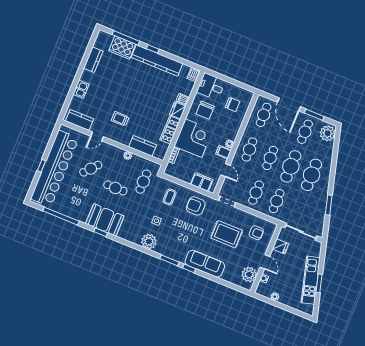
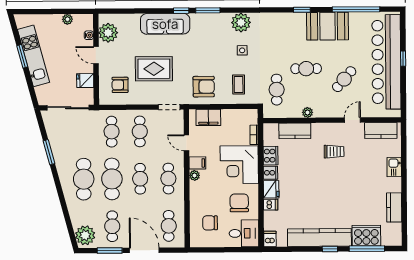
booth: (105, 220) -> (328, 26), moved

